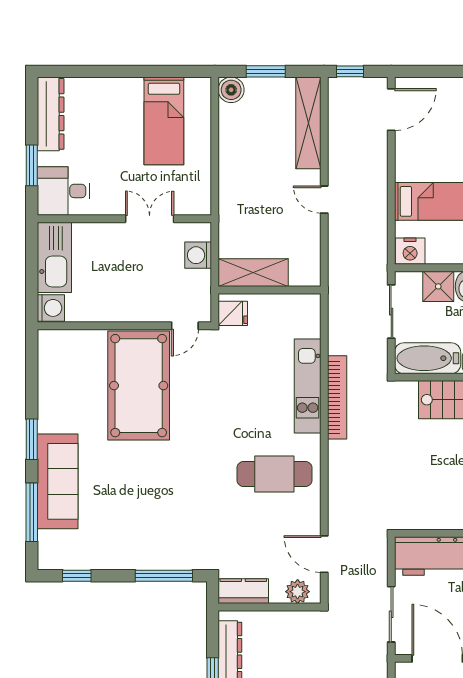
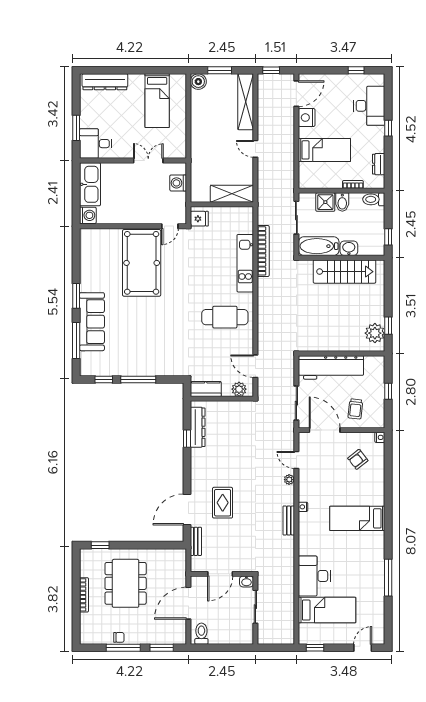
dresser: (51, 114) -> (105, 82), moved, turned 90
nightstand: (410, 251) -> (307, 118), moved, turned 90
shelving: (253, 273) -> (232, 194), moved
bookcase: (337, 397) -> (263, 251), moved
window: (164, 576) -> (138, 380), moved

